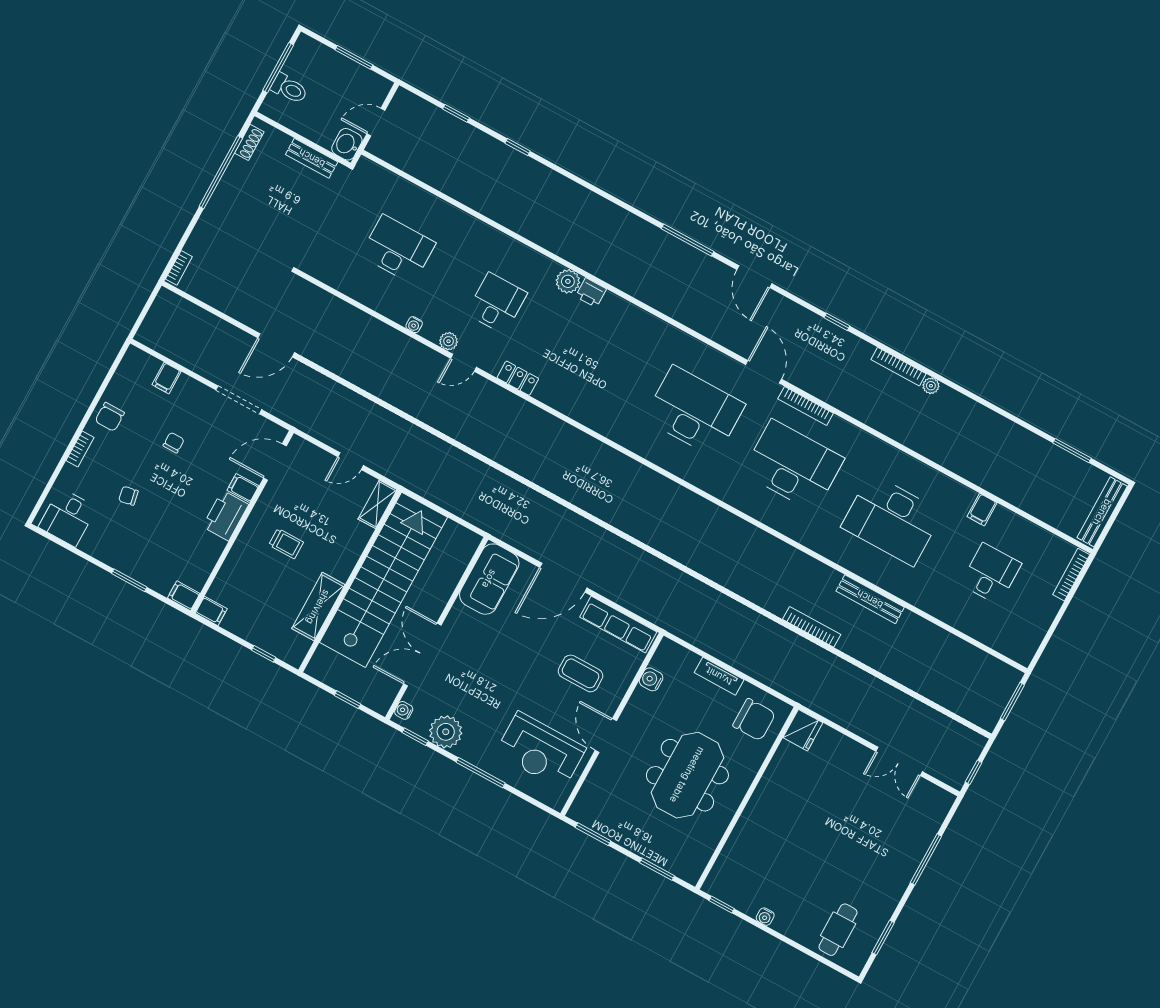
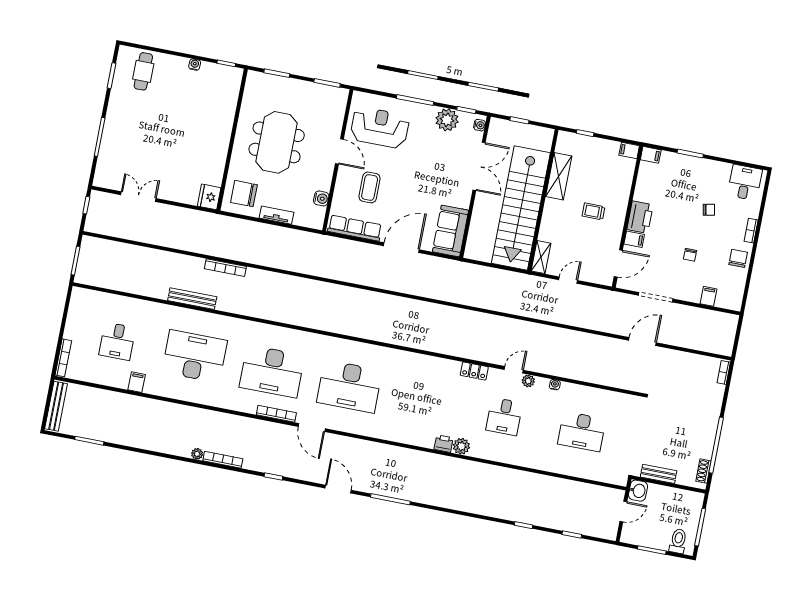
toilet: (289, 89) -> (678, 541), moved, turned 90
coffee table: (581, 673) -> (370, 187), turned 90

